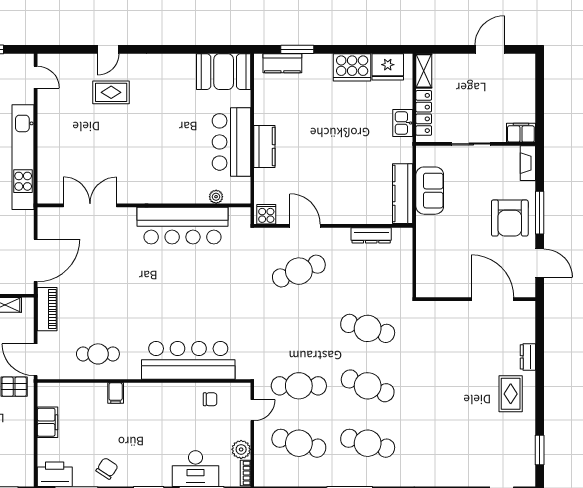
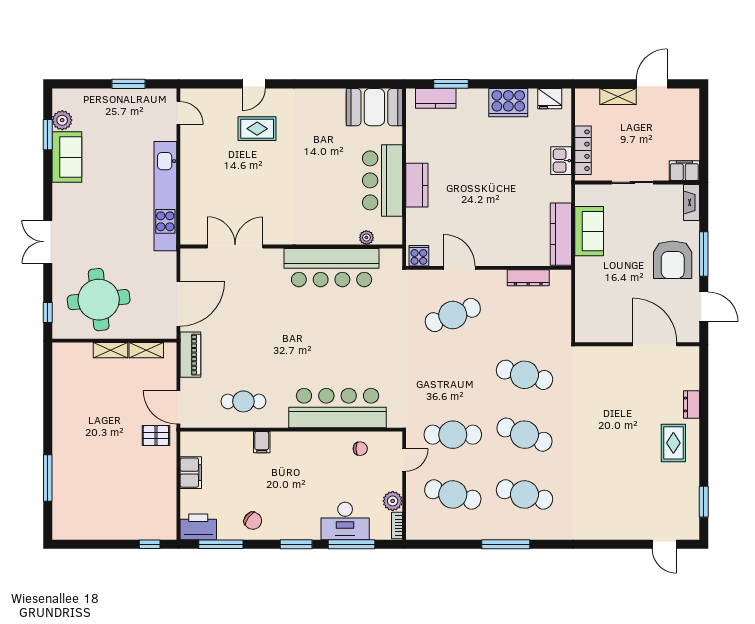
fridge: (388, 67) -> (550, 99), width x0.73, depth x0.75
shelving: (424, 71) -> (618, 96), moved, turned 90
chair: (107, 468) -> (253, 521), turned 94

